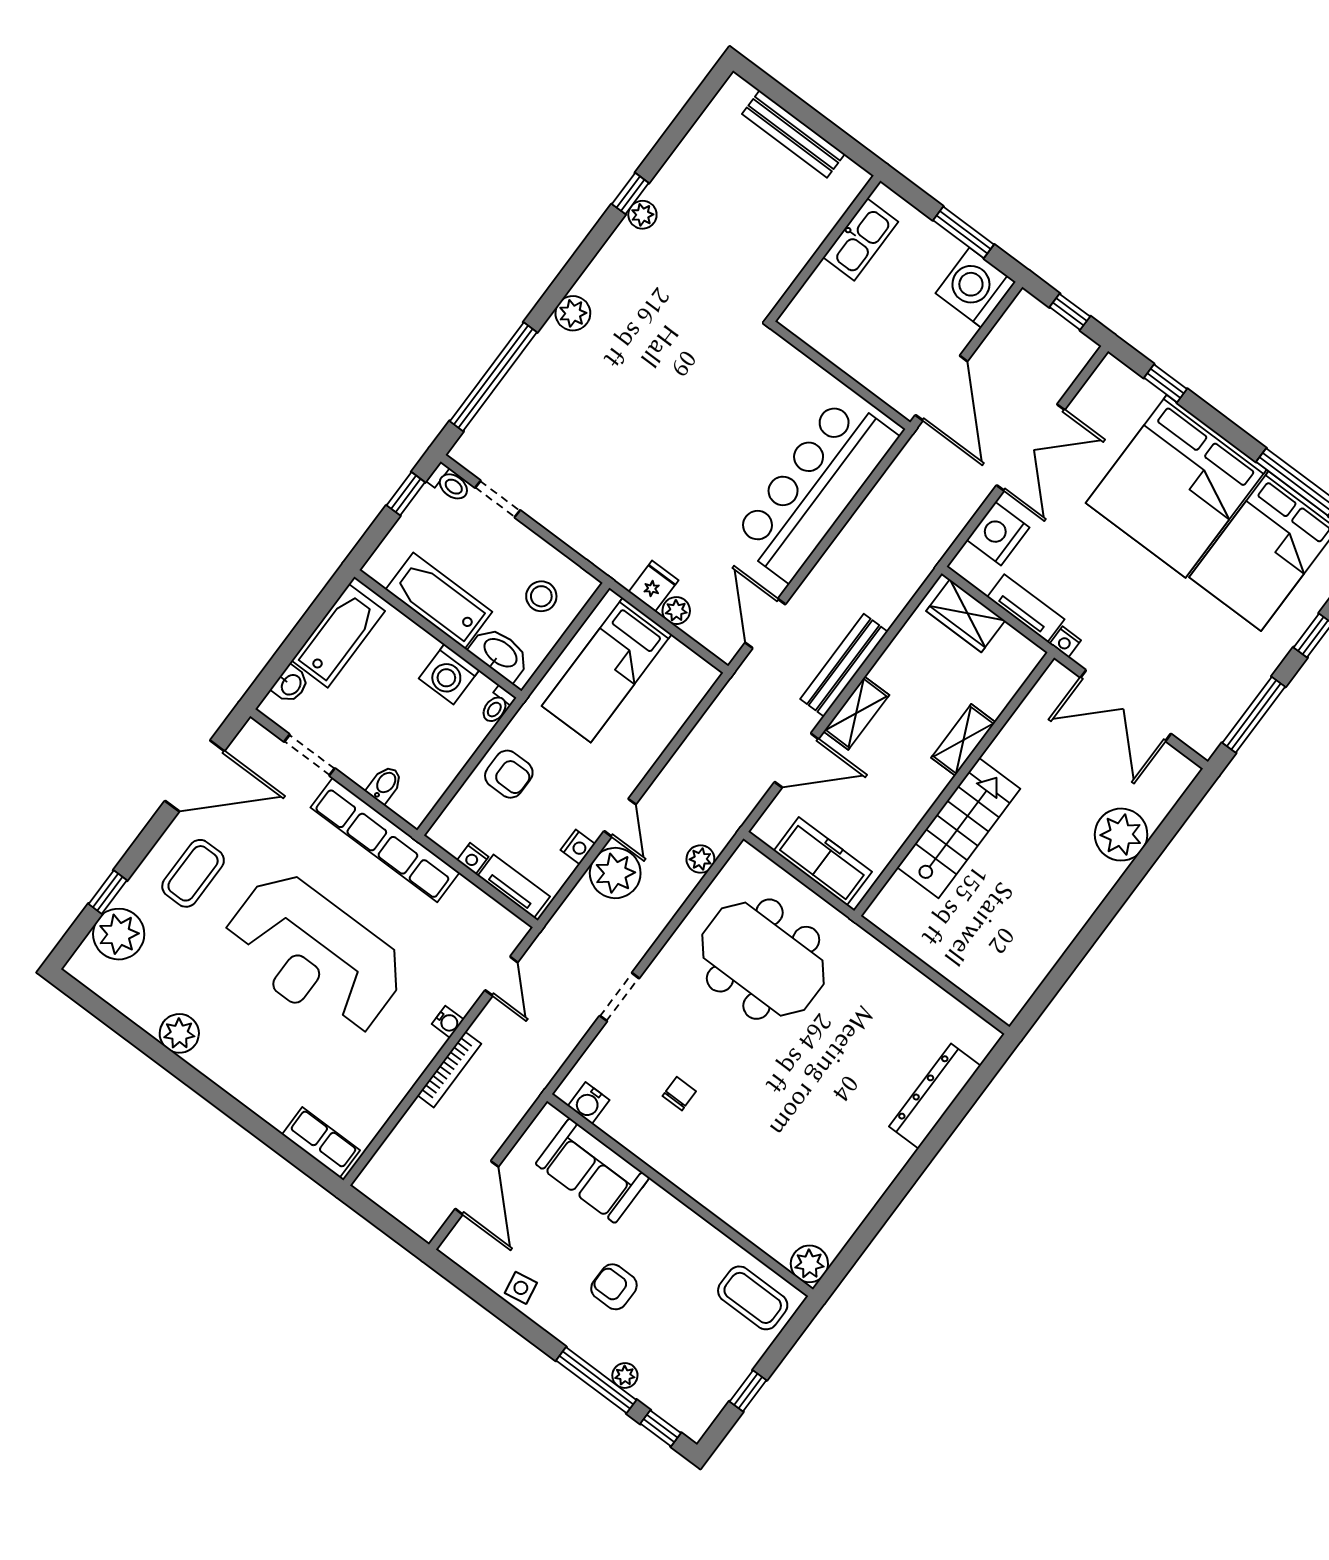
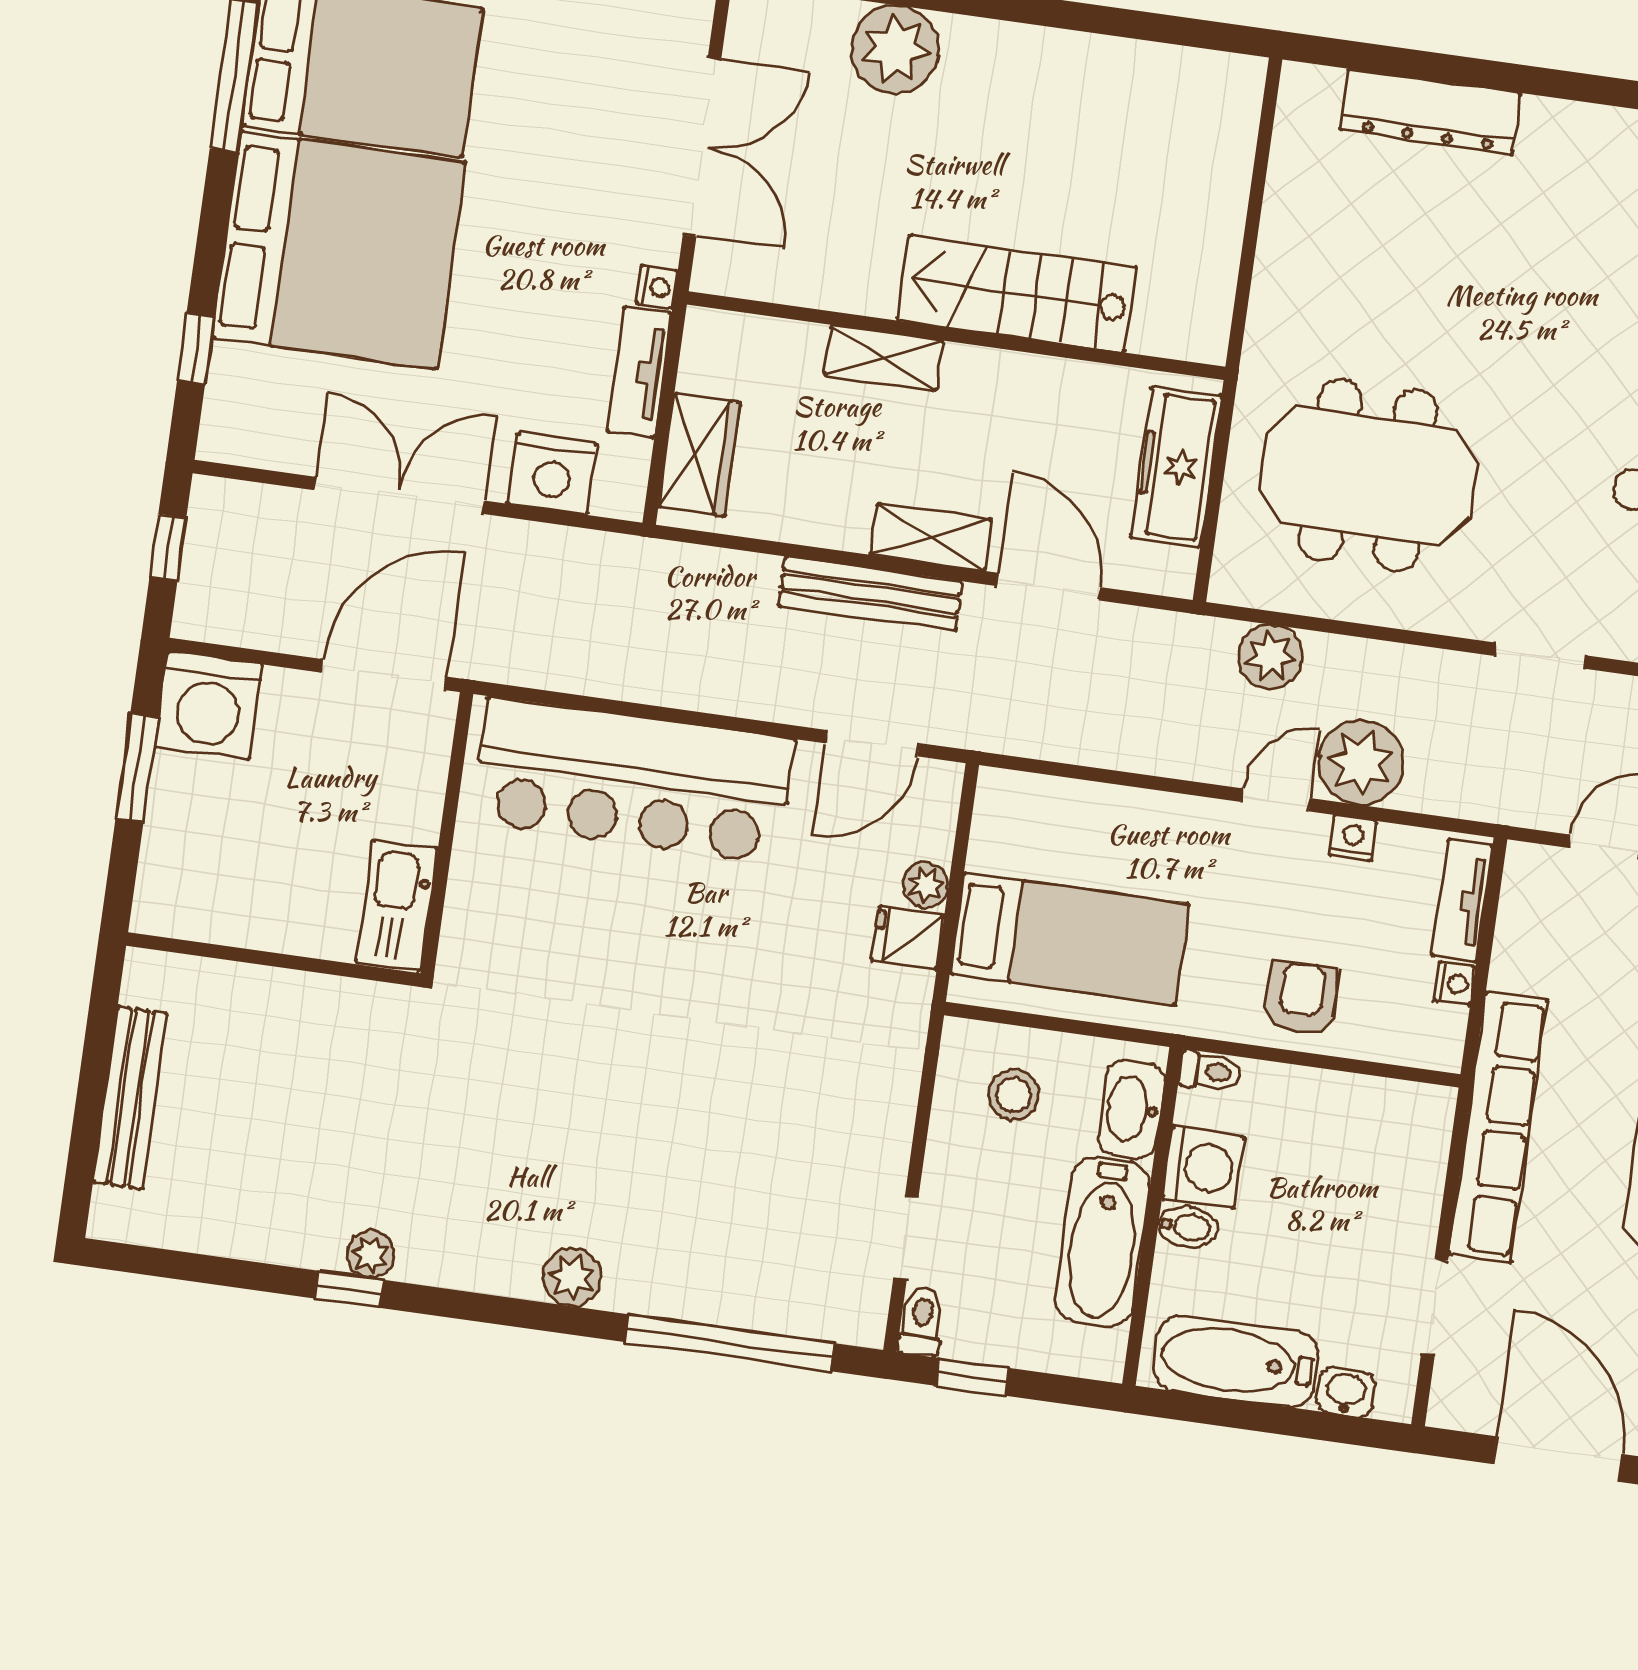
kitchen sink: (861, 239) -> (397, 905), moved, turned -90
bidet: (385, 784) -> (1188, 1227), moved, turned 180
plant: (700, 859) -> (1270, 657), width x1.38, depth x1.38
meeting table: (763, 959) -> (1368, 475), turned 90

